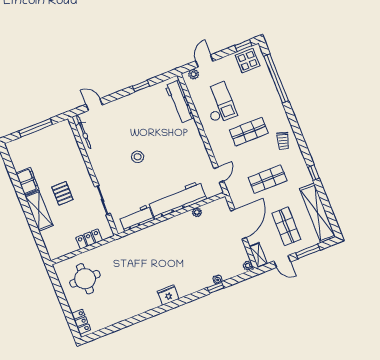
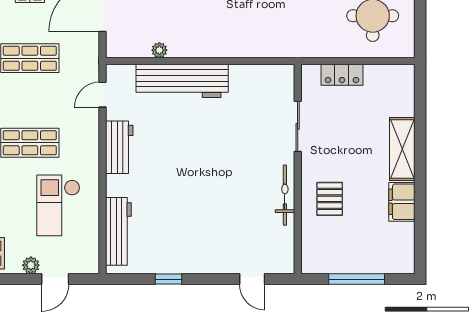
plant: (194, 74) -> (31, 265), moved
bicycle: (84, 132) -> (285, 195), moved
stool: (138, 157) -> (217, 172), removed
pallet: (62, 193) -> (330, 199), moved
workbench: (136, 218) -> (119, 147), moved, turned -90

